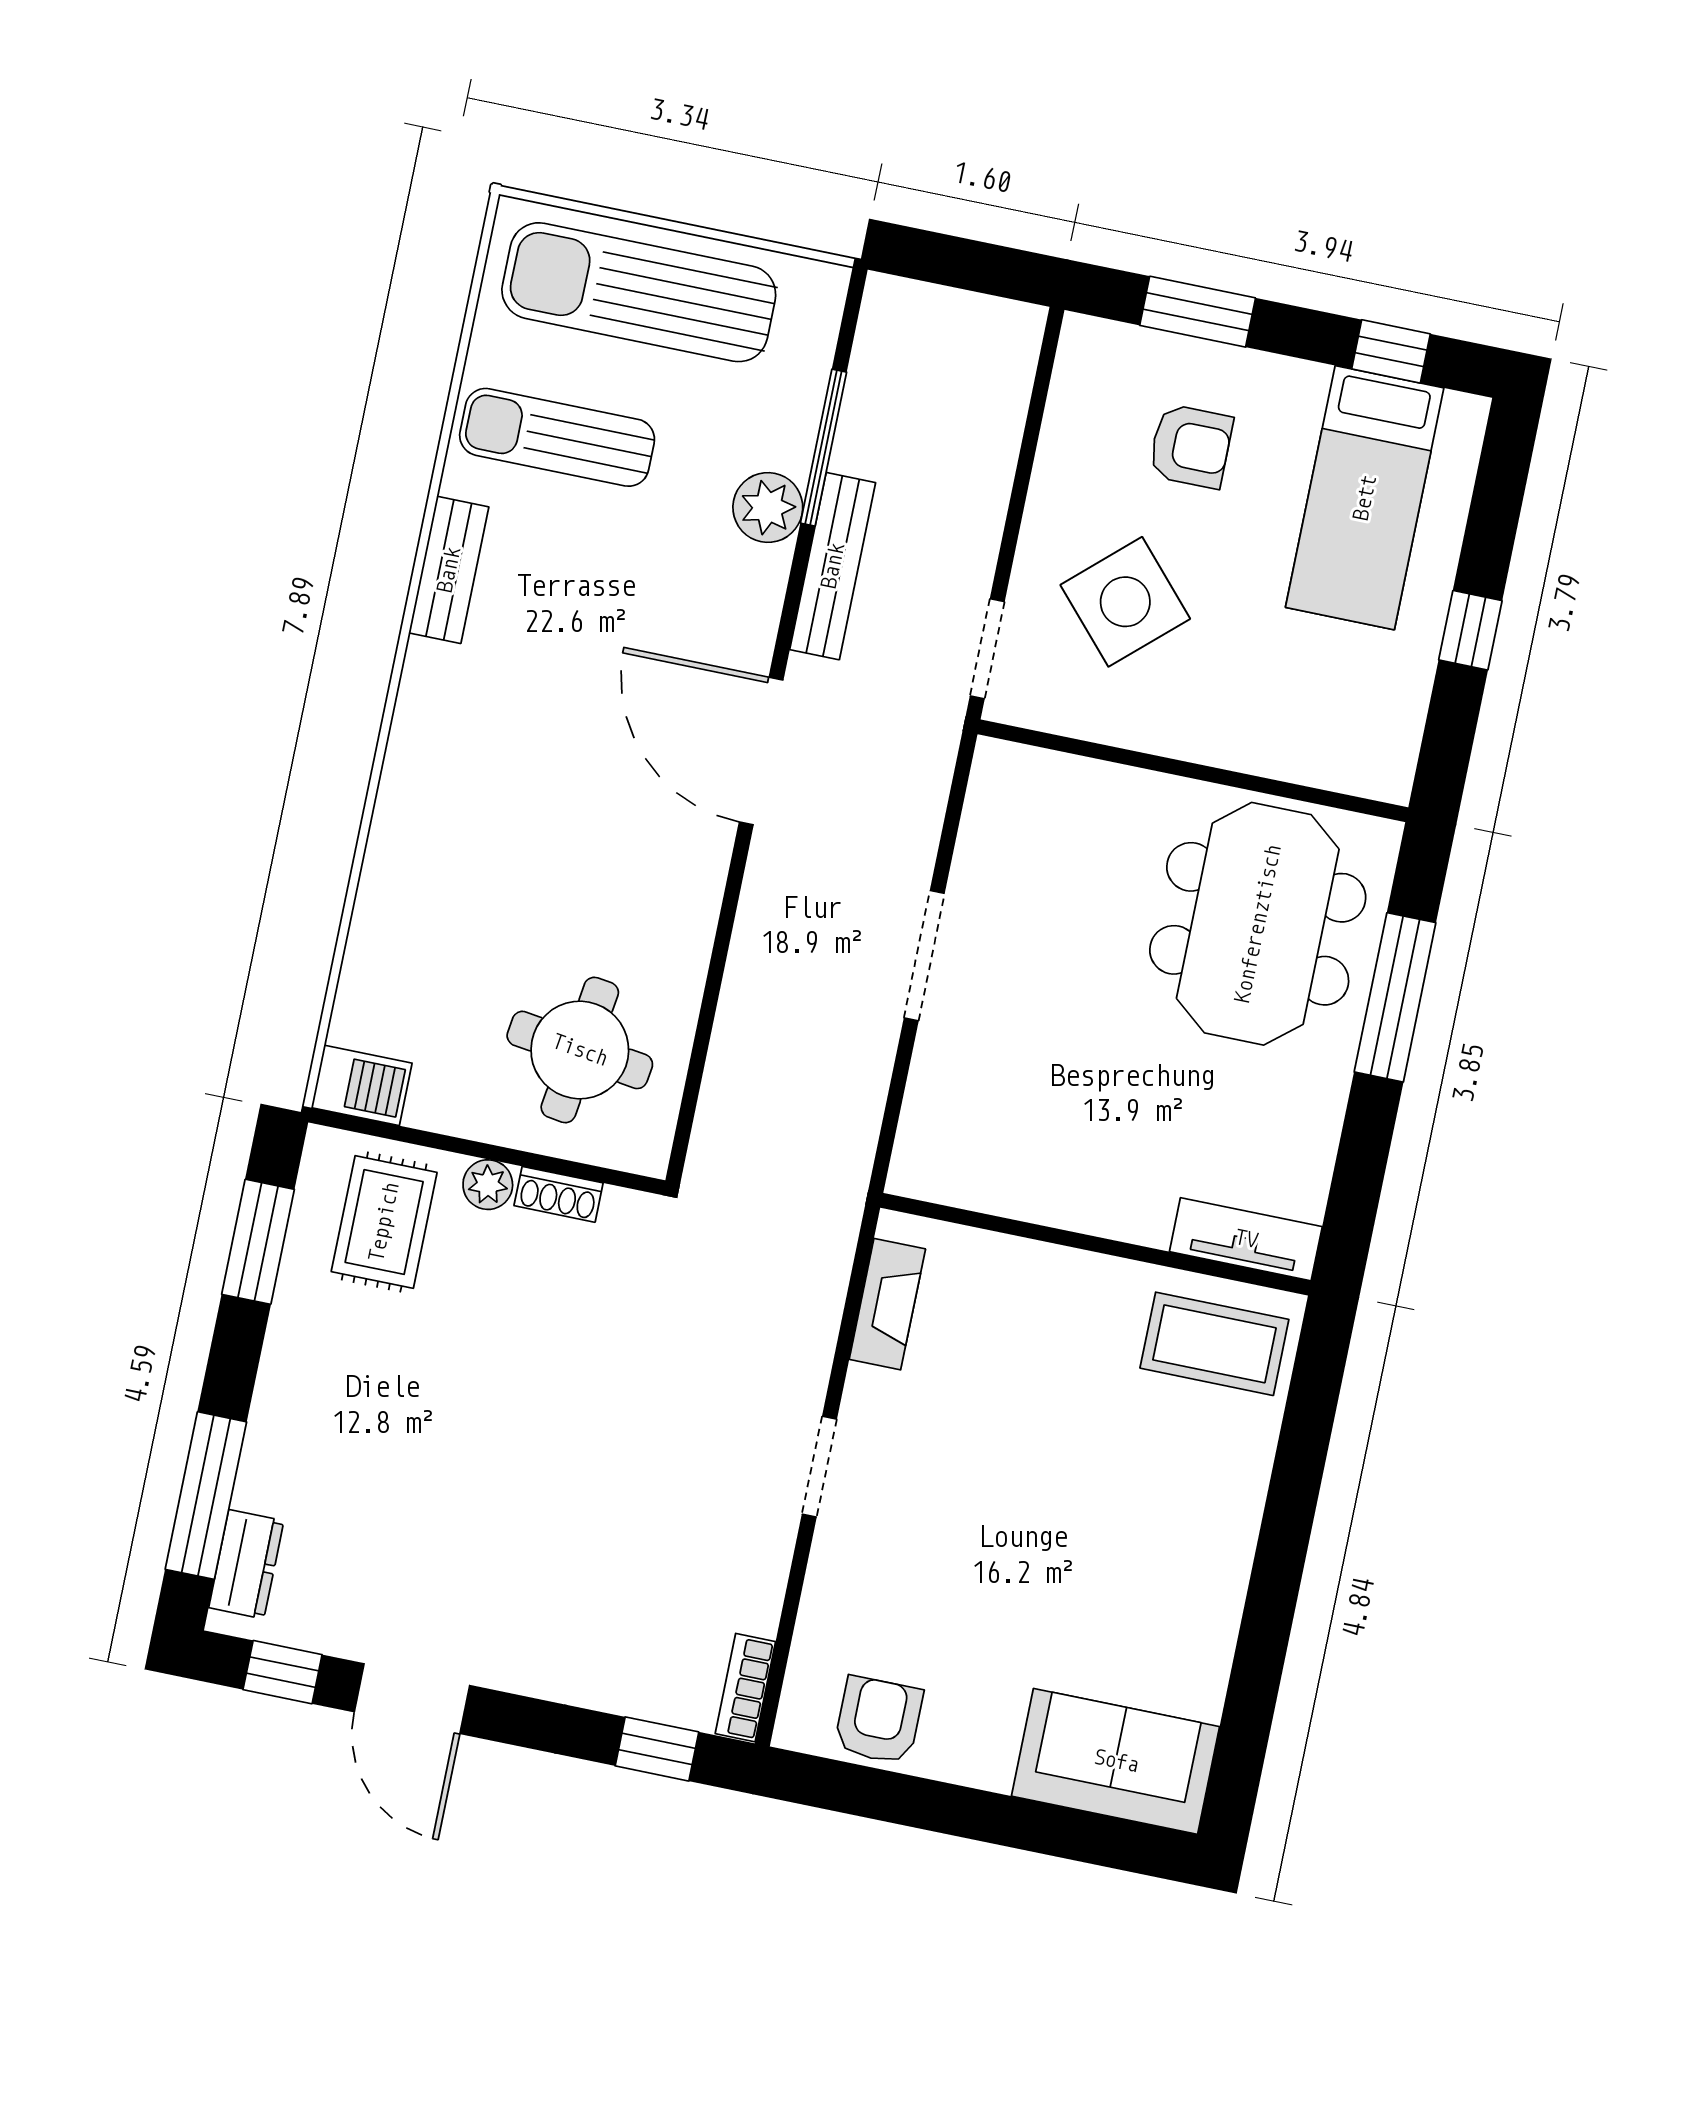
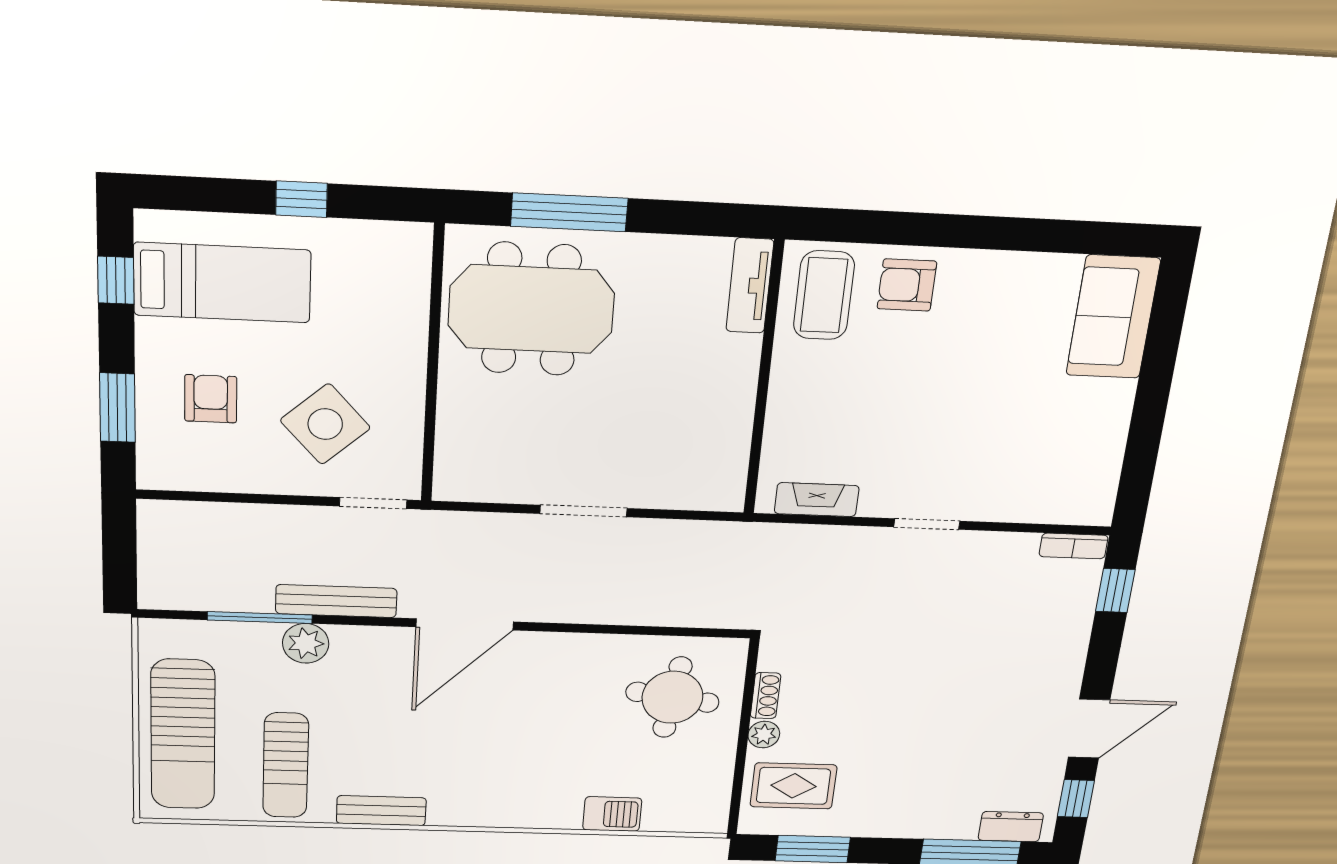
barbecue: (362, 1085) -> (612, 814), moved, turned 90
armchair: (879, 1720) -> (907, 285), moved

